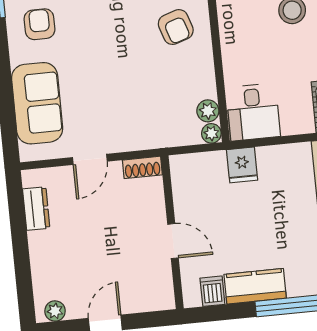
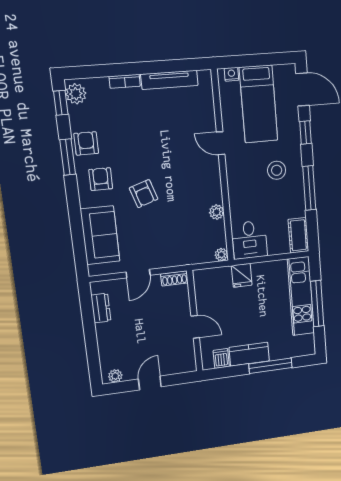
armchair: (176, 27) -> (144, 194), moved
plant: (208, 111) -> (217, 212), moved

